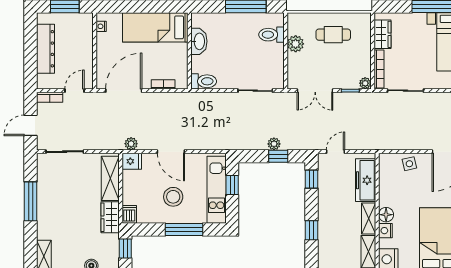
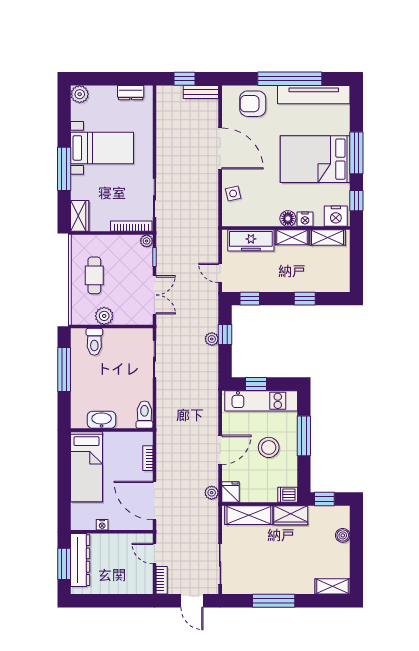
nightstand: (101, 26) -> (102, 525), moved
wardrobe: (382, 34) -> (80, 216), moved, turned 90
dresser: (45, 49) -> (80, 560), moved, turned 90

